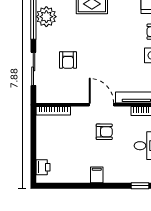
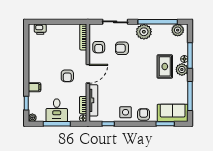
plant: (46, 17) -> (144, 32), moved
armchair: (67, 91) -> (99, 47), added
filing cabinet: (97, 175) -> (34, 87), moved

